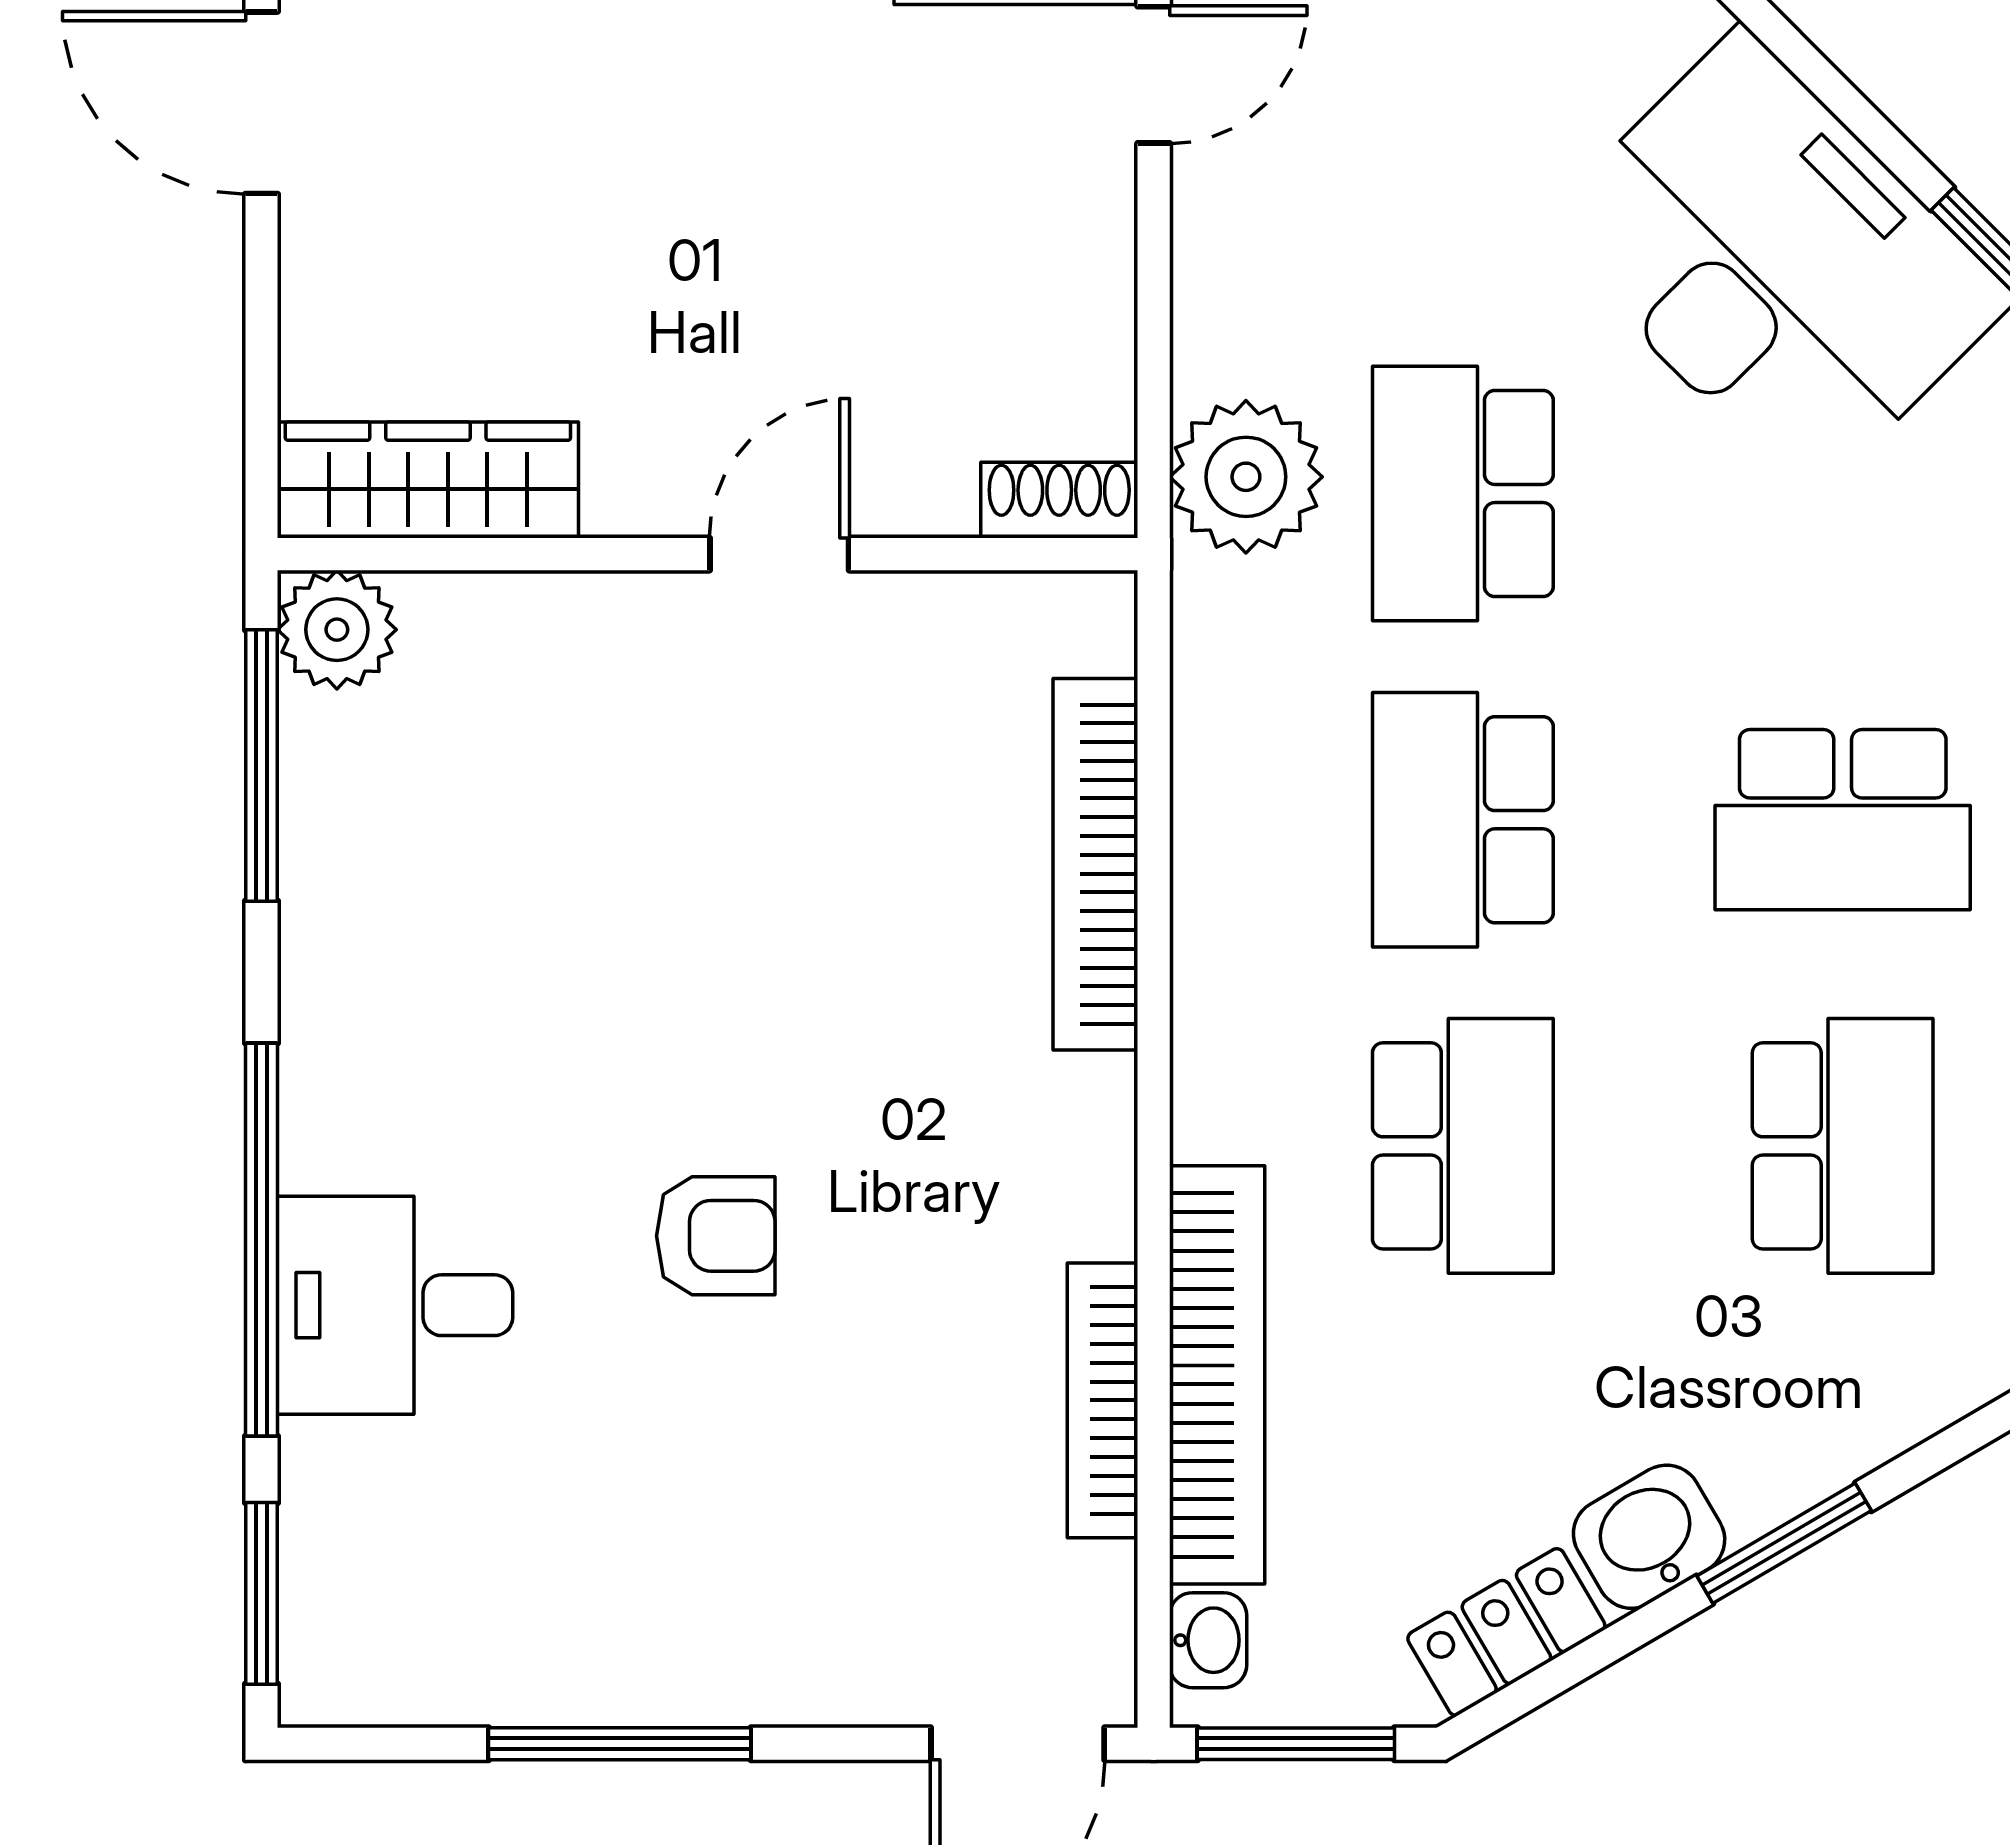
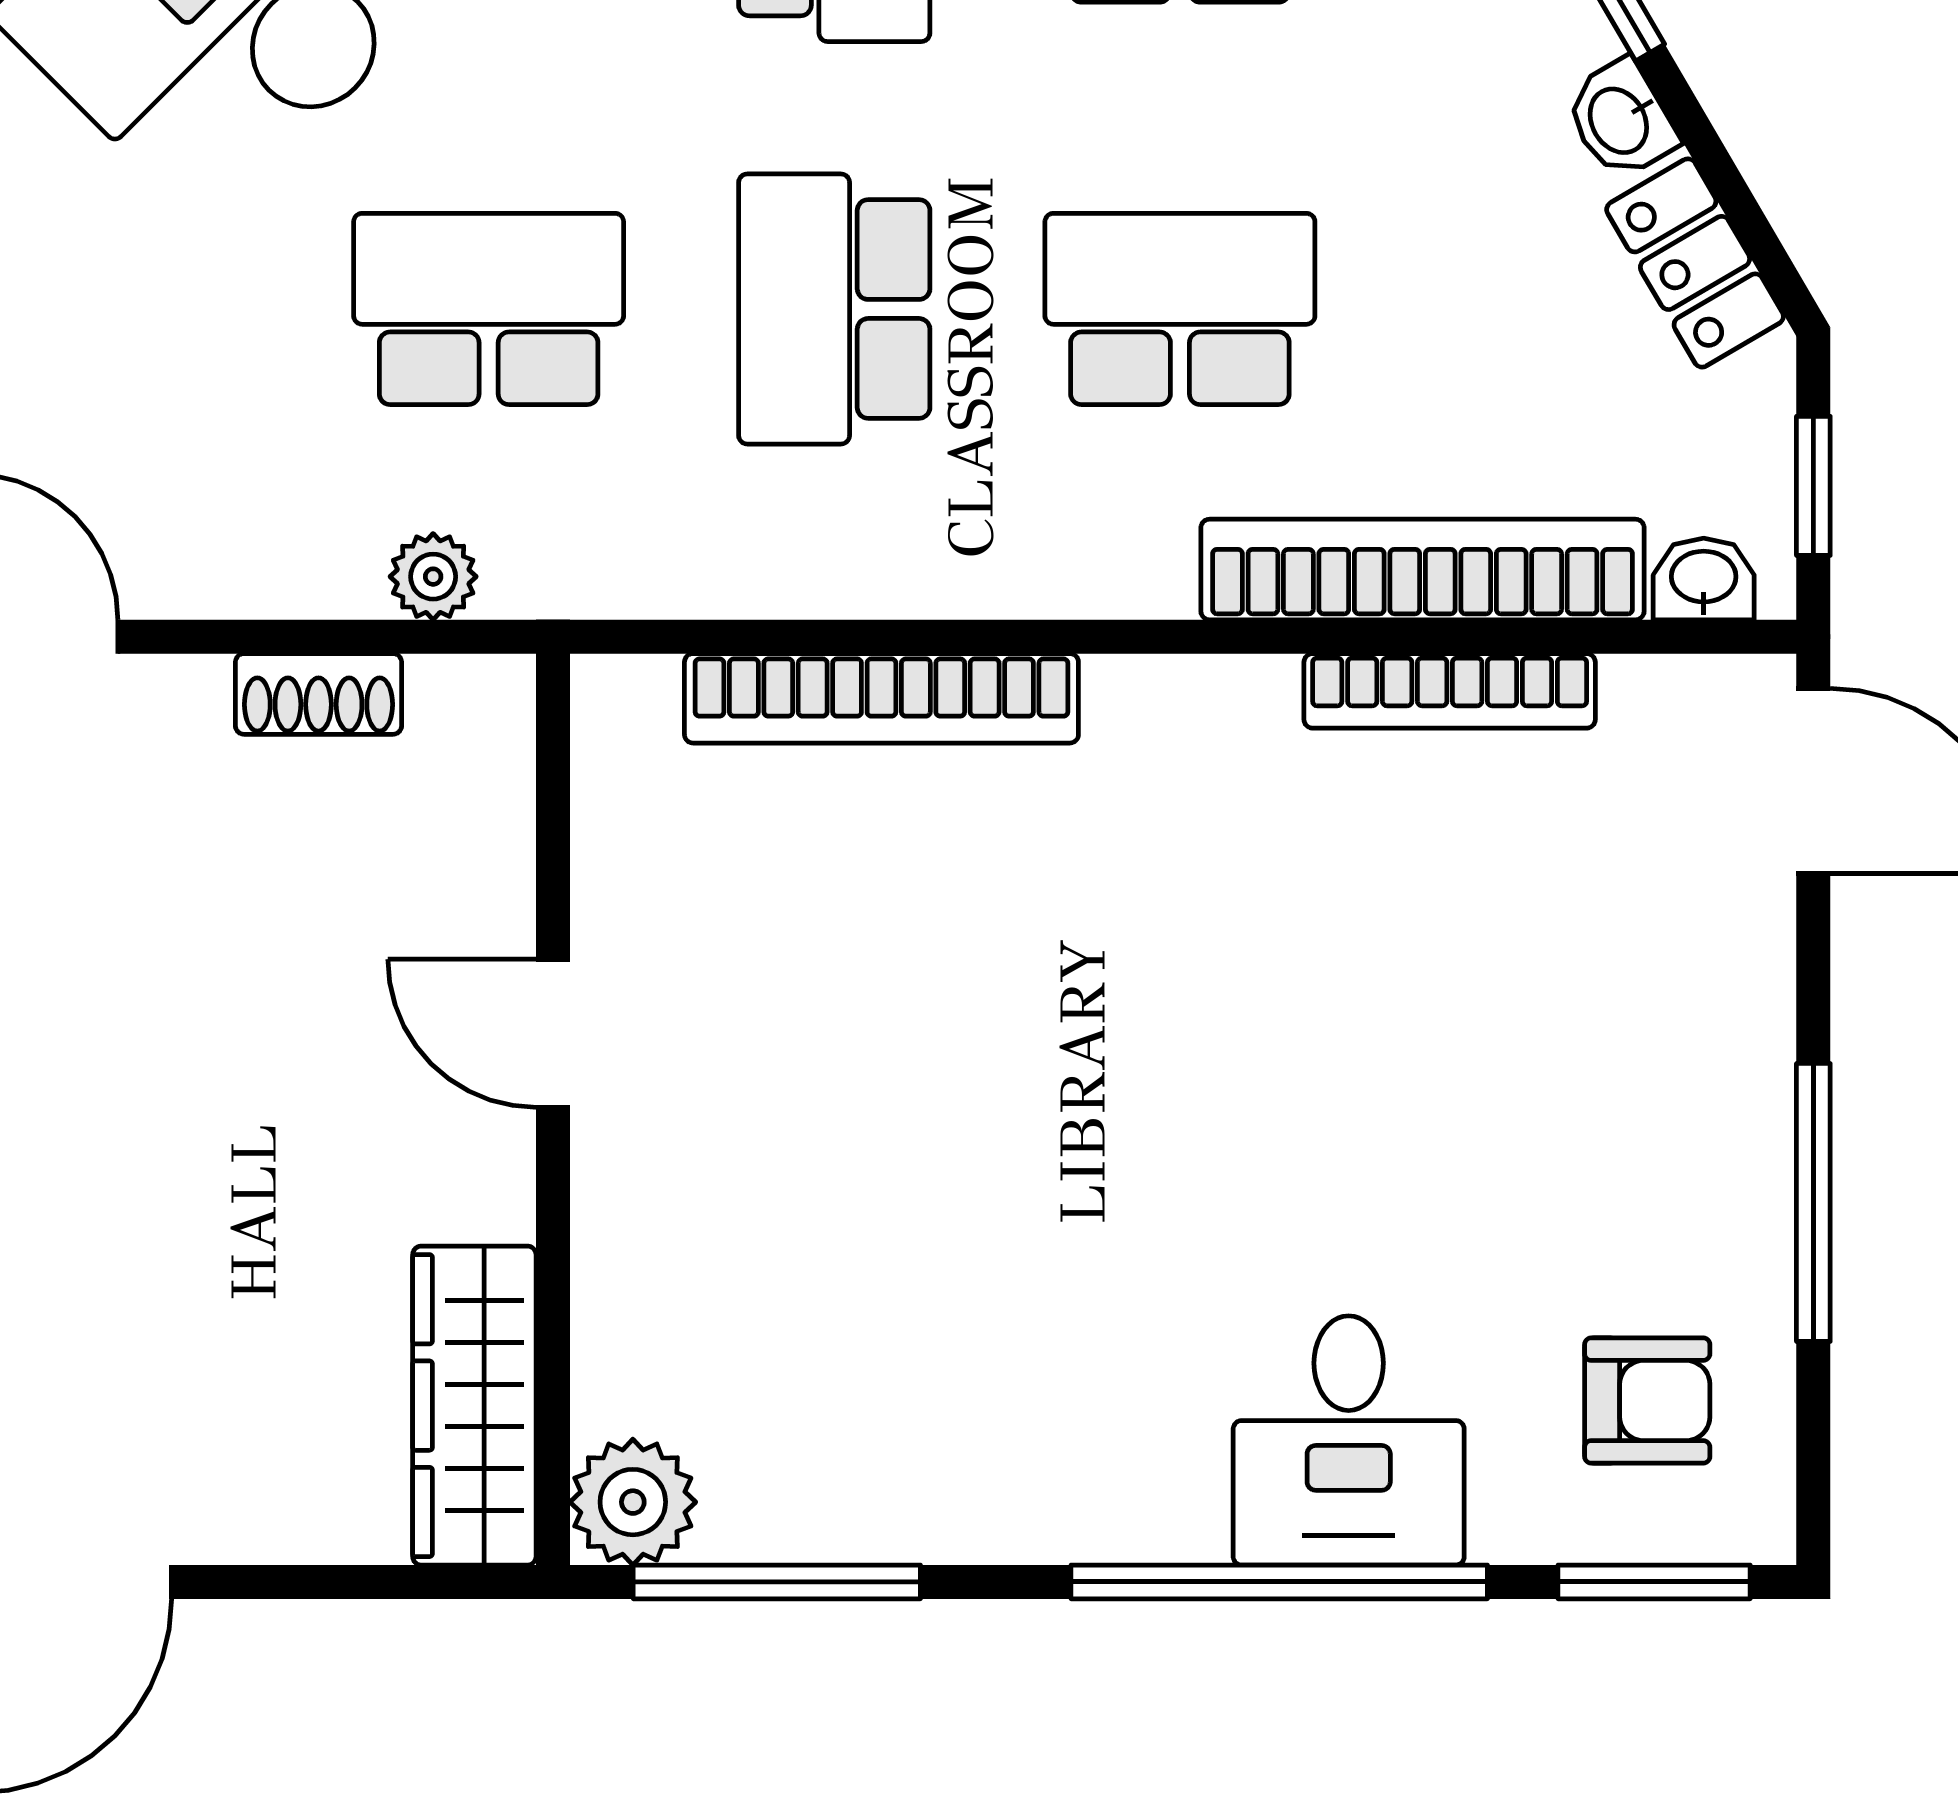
plant: (1246, 477) -> (433, 577), width x0.53, depth x0.53
school desk: (1463, 493) -> (489, 309), turned 180
shoe rack: (1059, 500) -> (318, 694), moved, turned -90
school desk: (1463, 820) -> (834, 309), turned 90
armchair: (716, 1236) -> (1647, 1401), moved, turned 90
washbasin: (1649, 1537) -> (1621, 119), width x0.72, depth x0.69
window: (1296, 1744) -> (1813, 486), width x0.67

